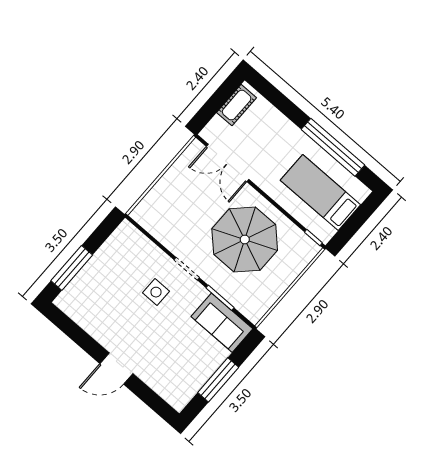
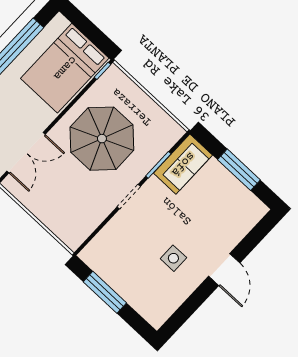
bed: (320, 193) -> (65, 68), width x1.50
window: (72, 268) -> (105, 292), moved
side table: (156, 292) -> (173, 258), moved

